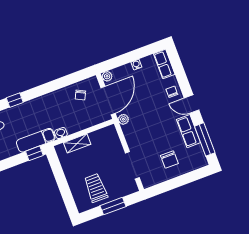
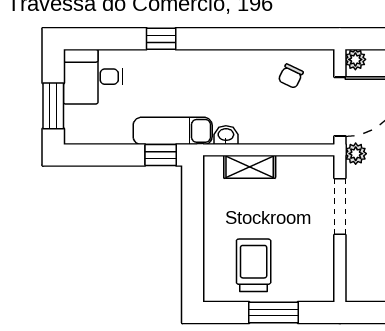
doorway: (132, 165) -> (340, 206), moved

